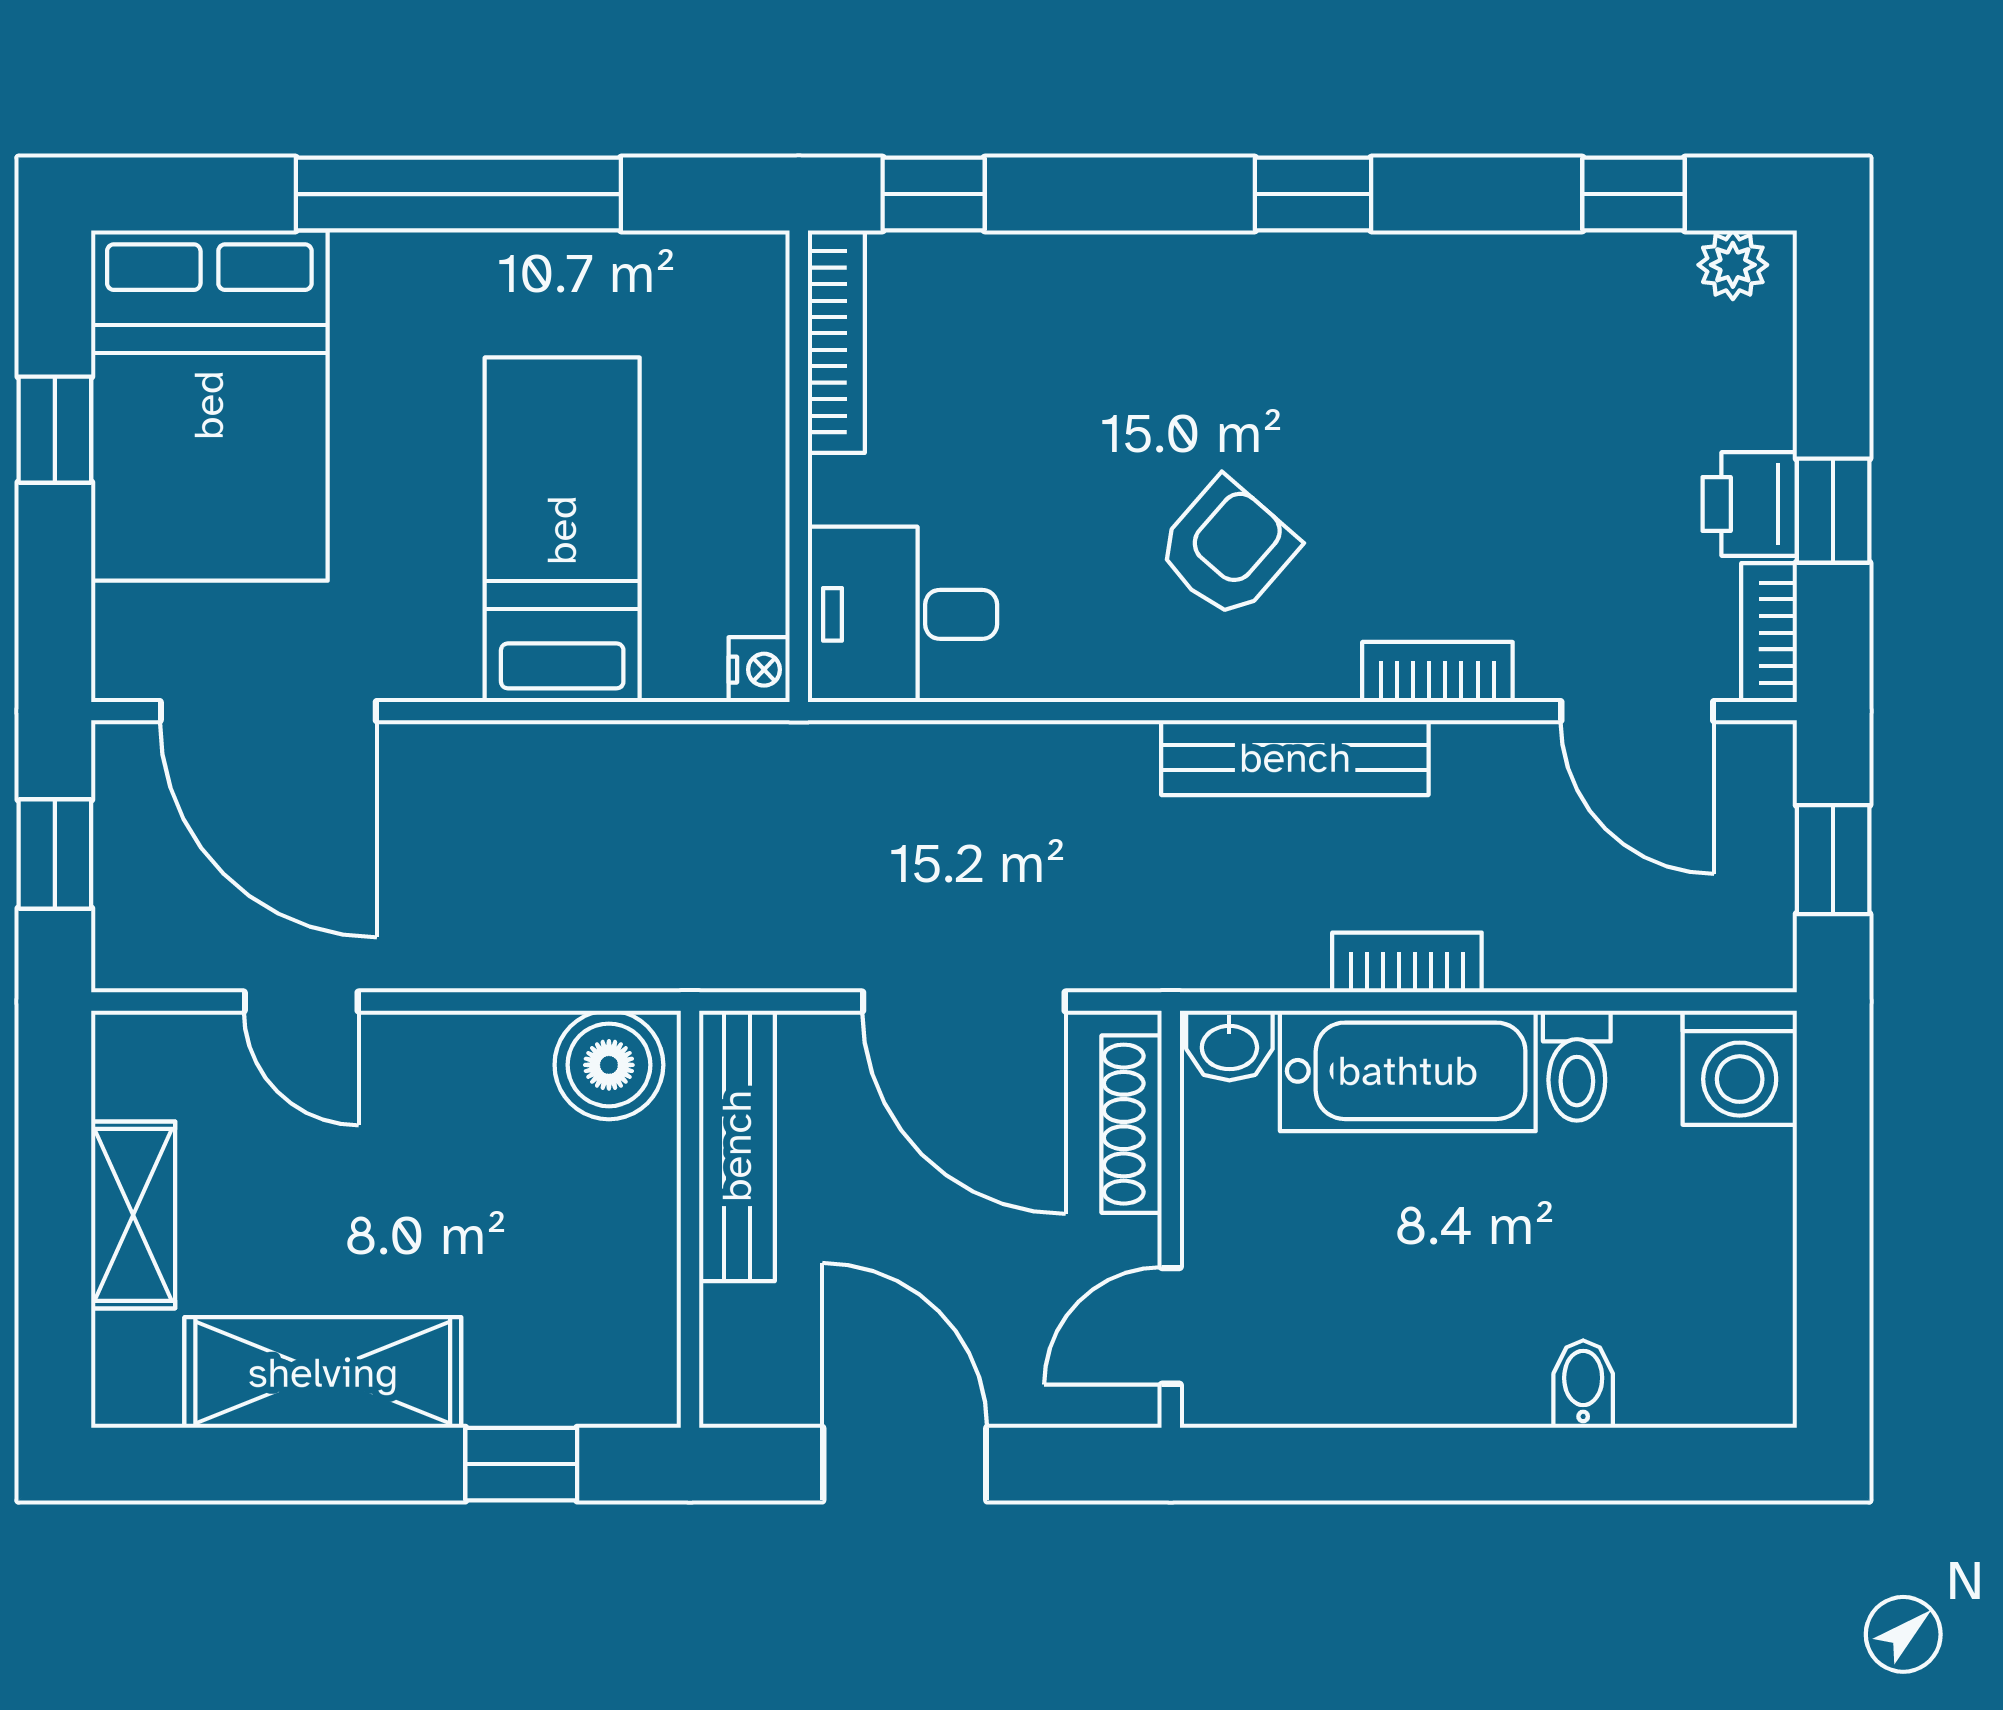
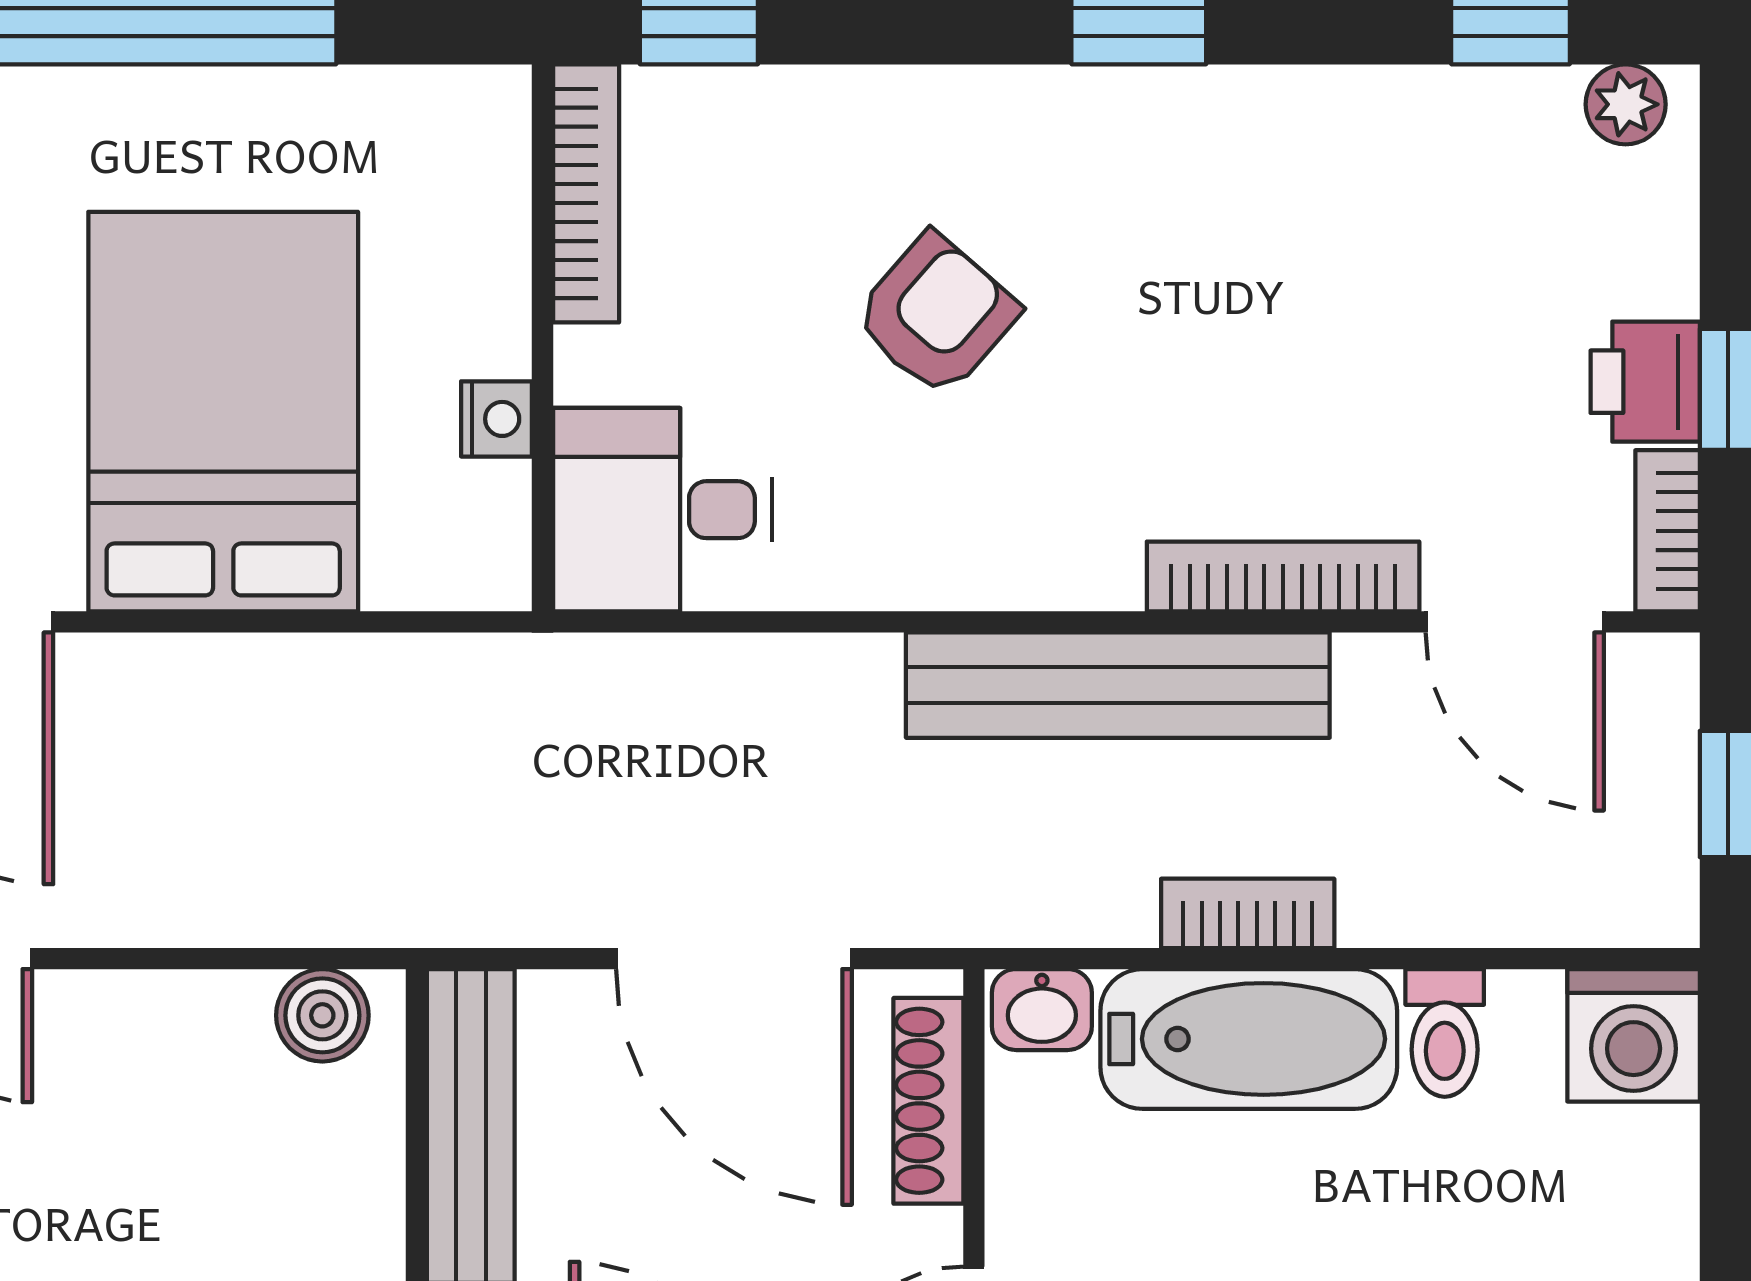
bed: (562, 530) -> (223, 412), width x1.50
armchair: (1227, 548) -> (936, 315), moved
nightstand: (759, 670) -> (496, 419), moved
bookcase: (1437, 672) -> (1283, 576), width x1.56
bench: (1295, 758) -> (1118, 685), width x1.37, depth x1.21
boiler: (609, 1065) -> (322, 1015), width x0.73, depth x0.73

